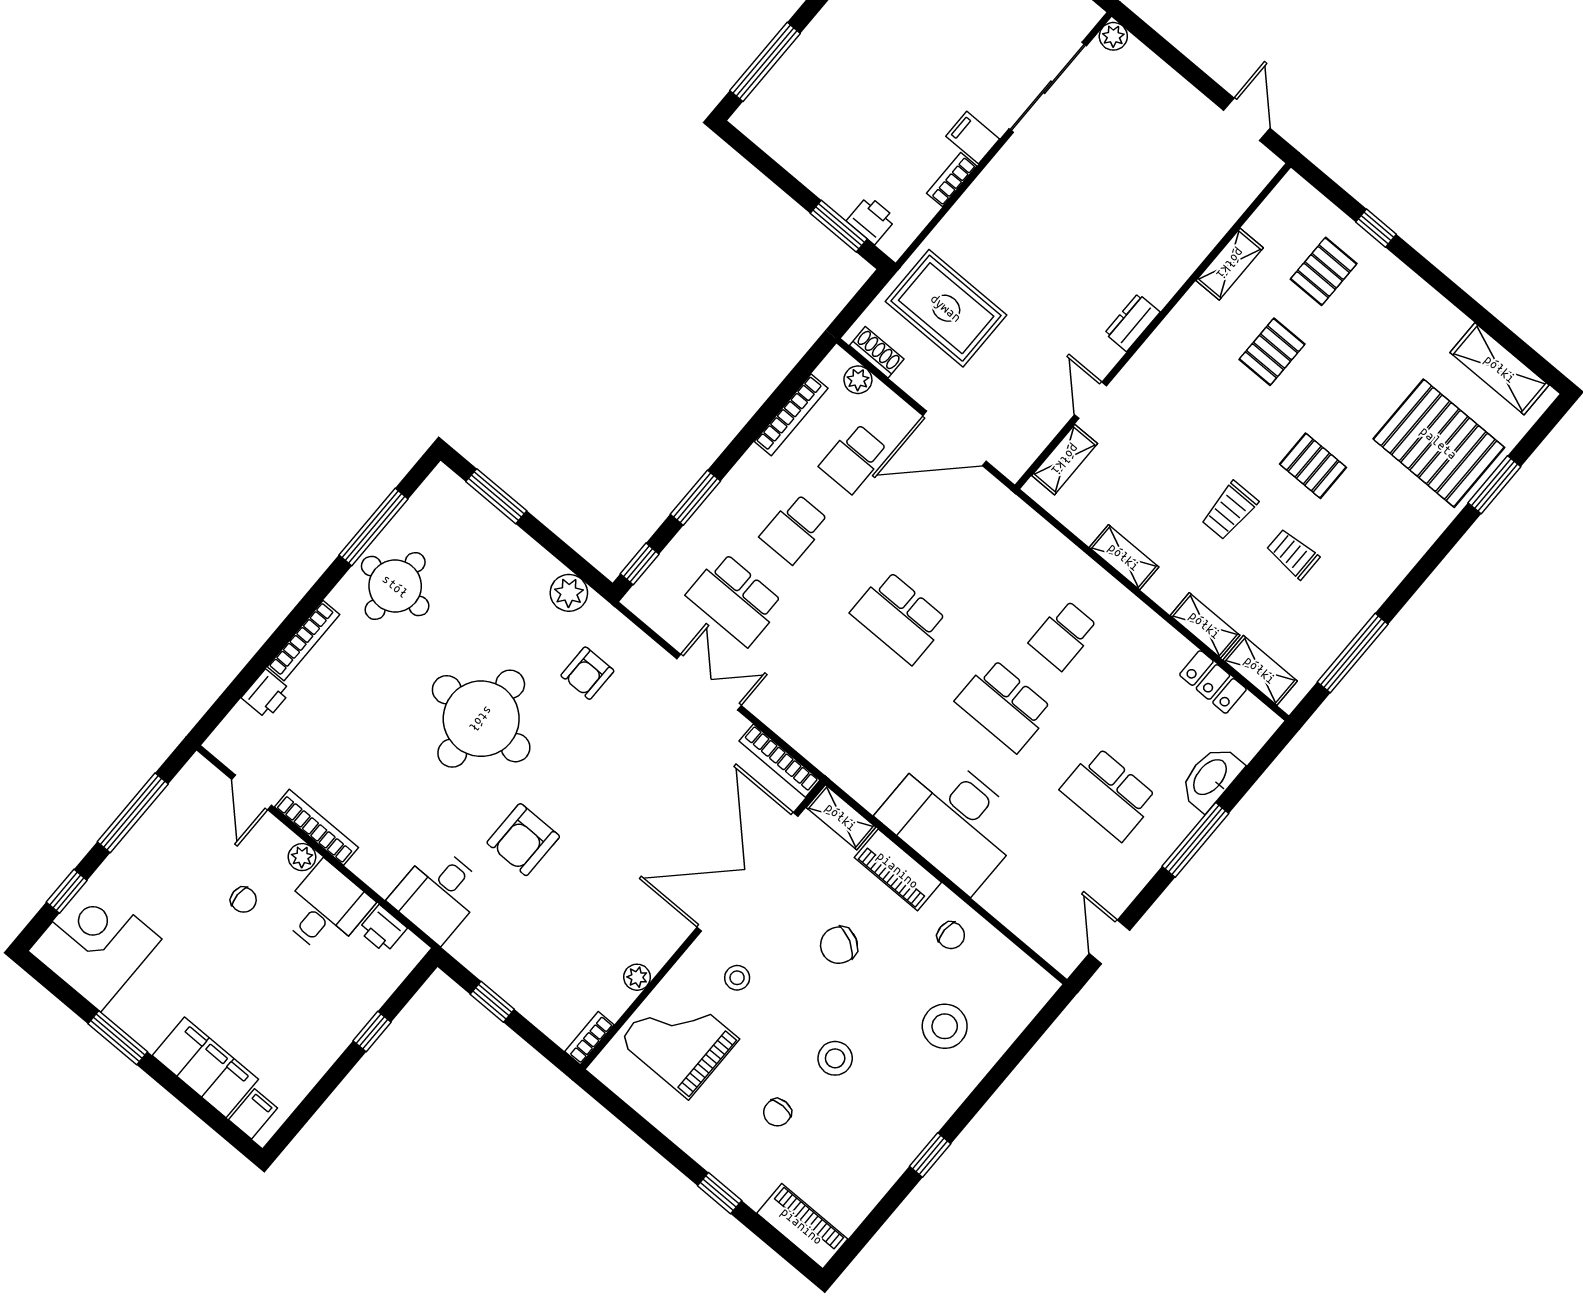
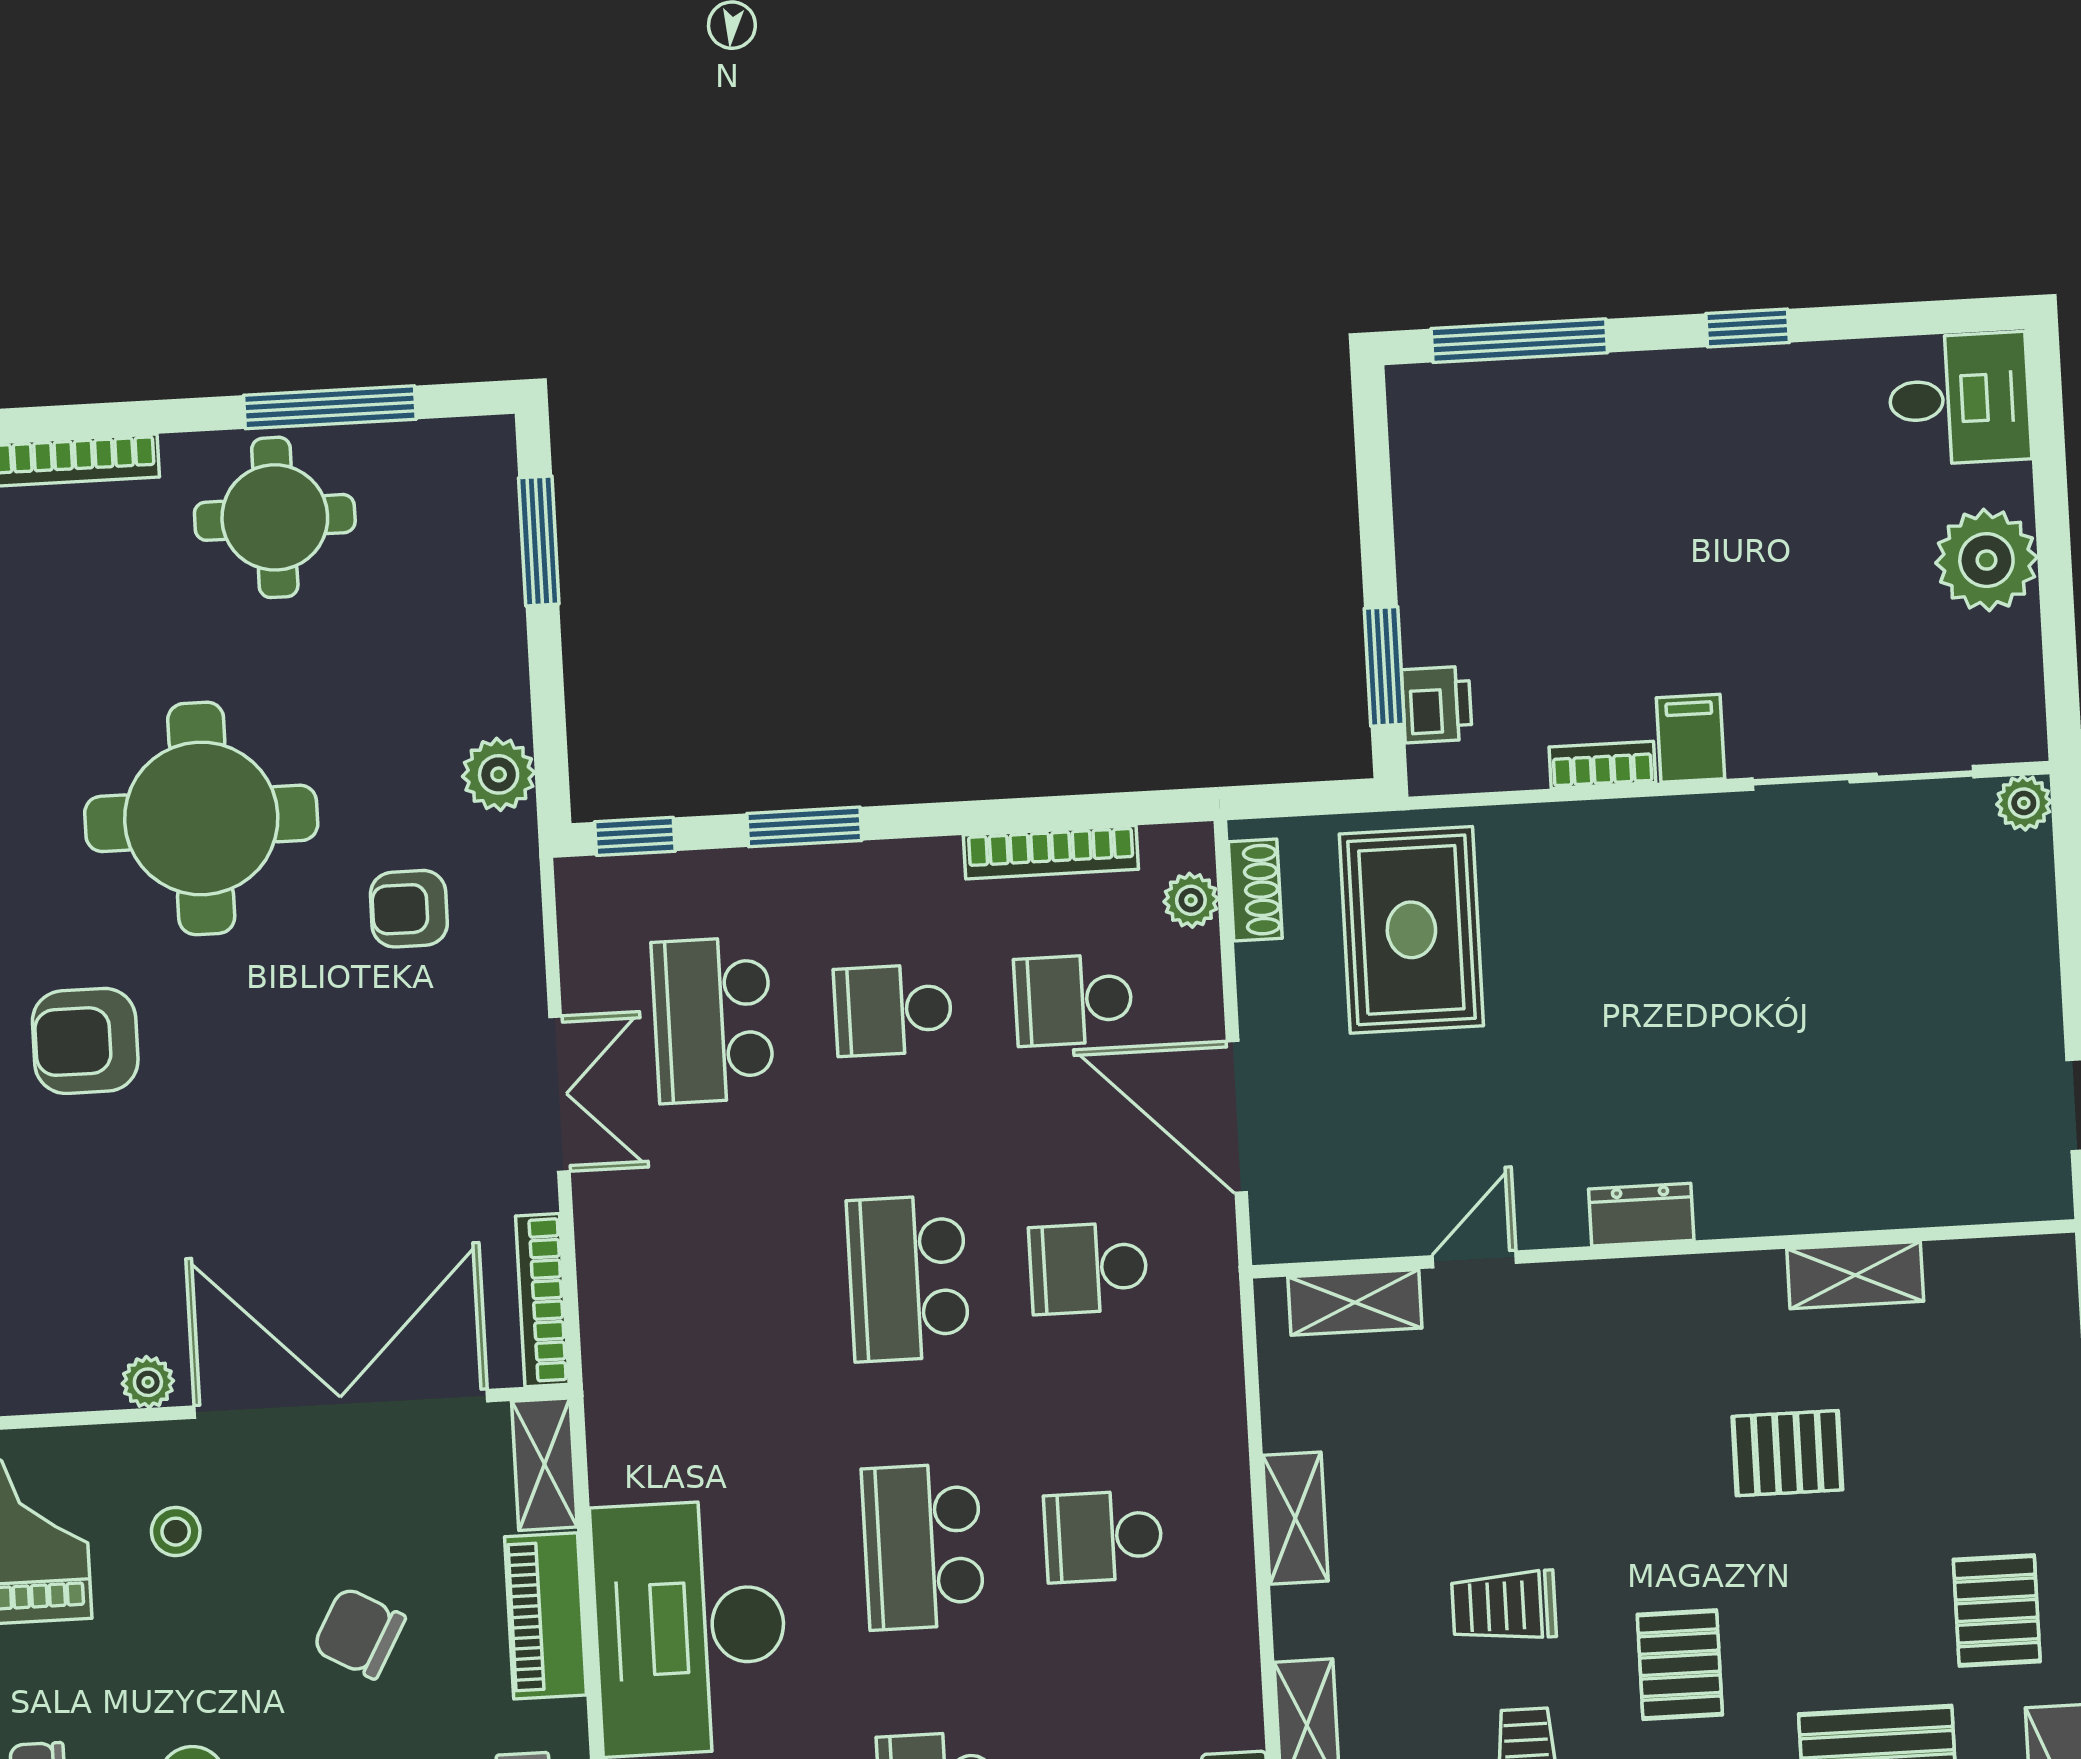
pallet: (1324, 271) -> (1997, 1610), moved, turned 90
school desk: (959, 547) -> (1088, 1268), added
plant: (637, 977) -> (148, 1382), moved

